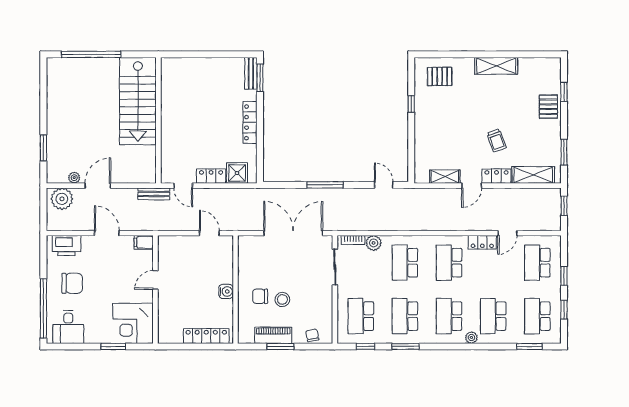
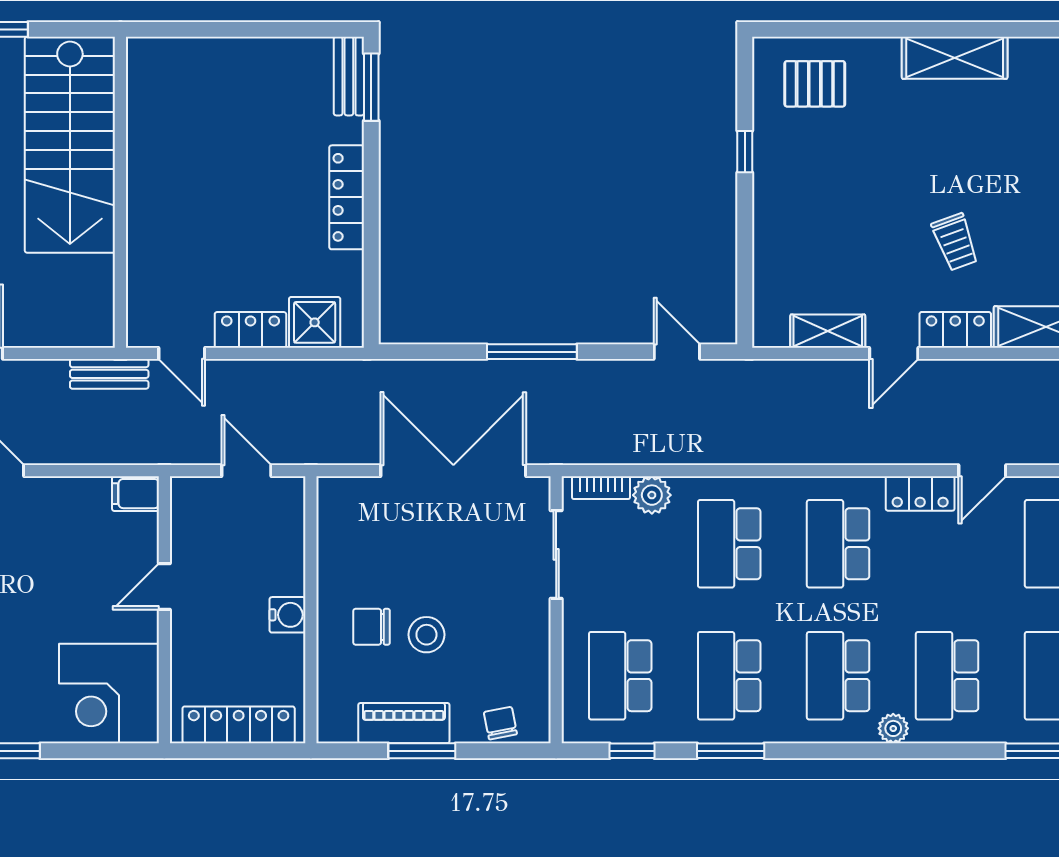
filing cabinet: (144, 242) -> (136, 494), moved
door: (155, 280) -> (164, 586), moved
wall: (155, 289) -> (164, 610), moved
corner desk: (133, 323) -> (109, 694), moved

